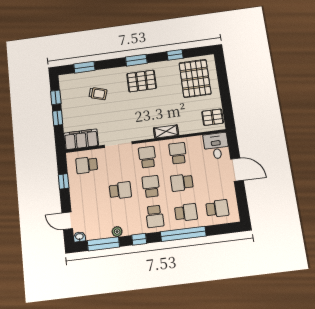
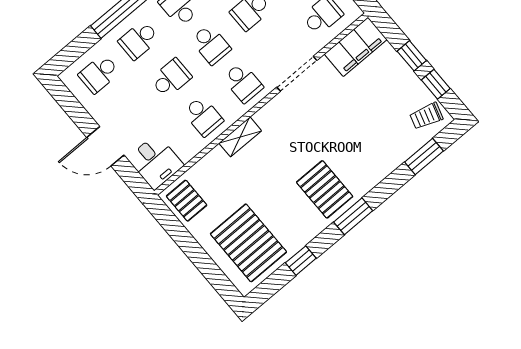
pallet: (142, 81) -> (325, 189), turned 90
trolley: (98, 94) -> (426, 116), moved
pallet: (213, 117) -> (187, 201), turned 90

